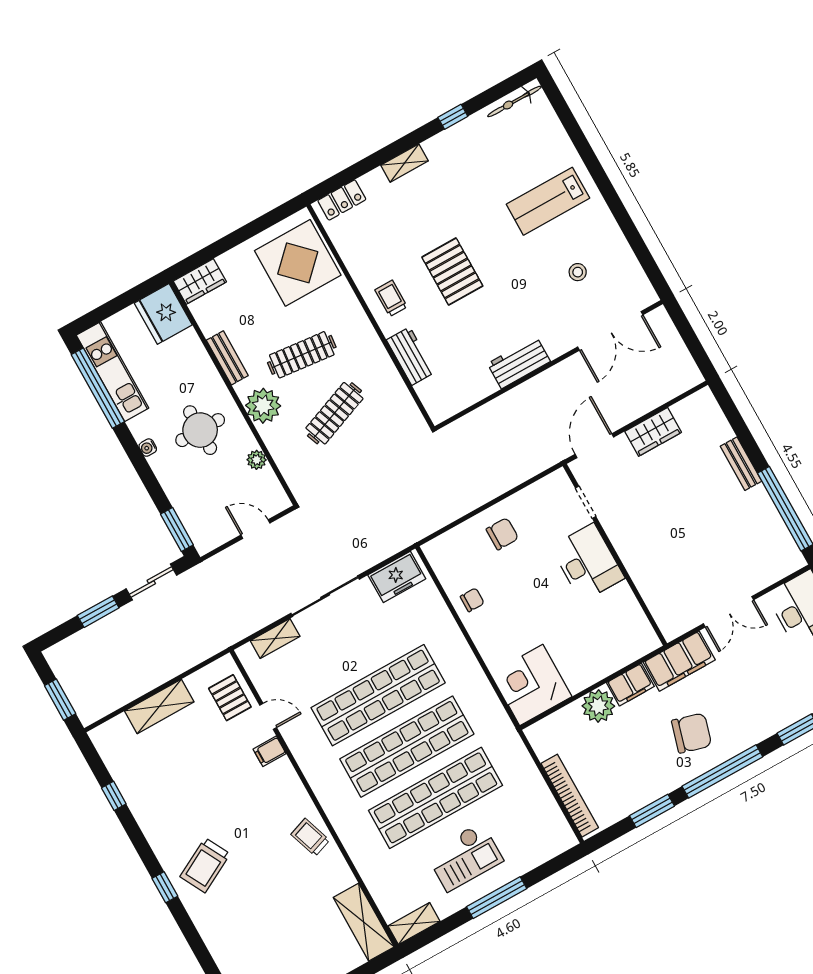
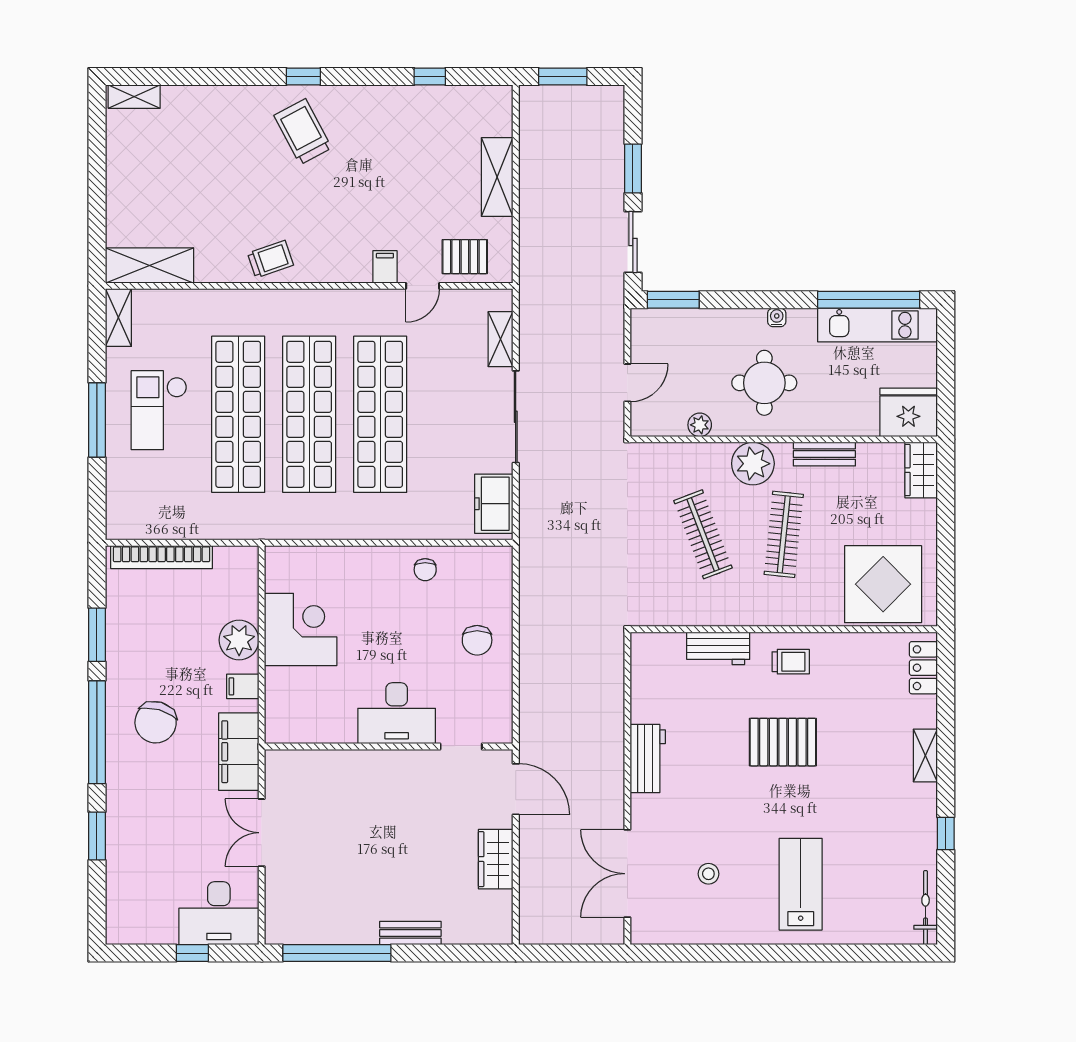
corner desk: (531, 685) -> (301, 630), moved
filing cabinet: (630, 685) -> (243, 686), width x0.50

